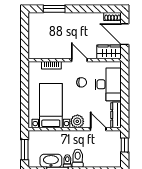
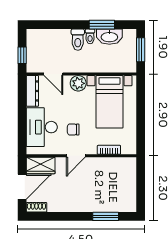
door: (125, 34) -> (22, 187), hinge flipped
door: (79, 60) -> (76, 156), hinge flipped

